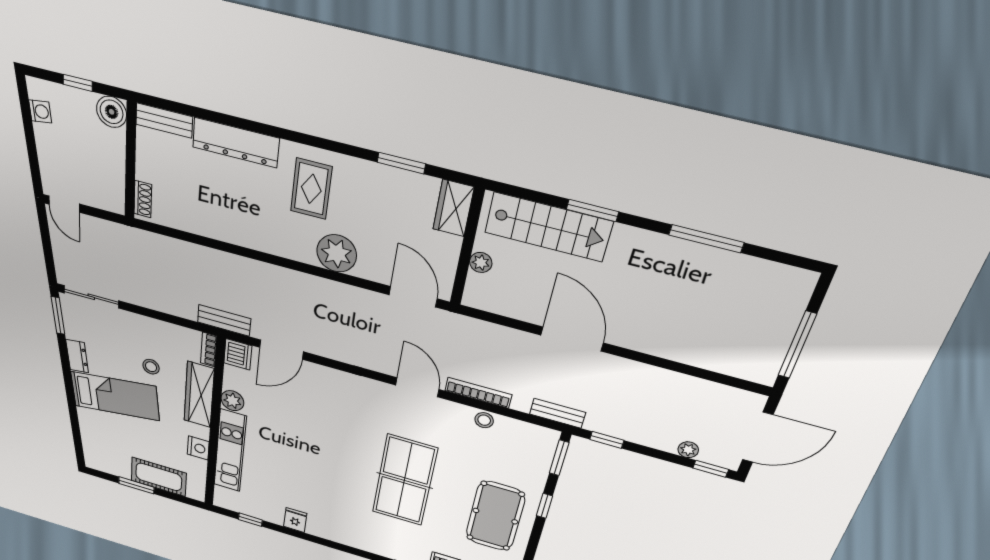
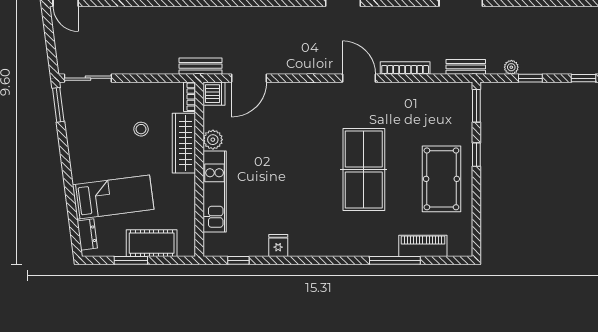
dresser: (77, 356) -> (87, 235), moved
bed: (115, 396) -> (113, 197), moved
stool: (484, 420) -> (414, 91), removed
window: (607, 440) -> (530, 78), moved
nightstand: (198, 448) -> (186, 198), removed
plant: (688, 450) -> (511, 67), moved

